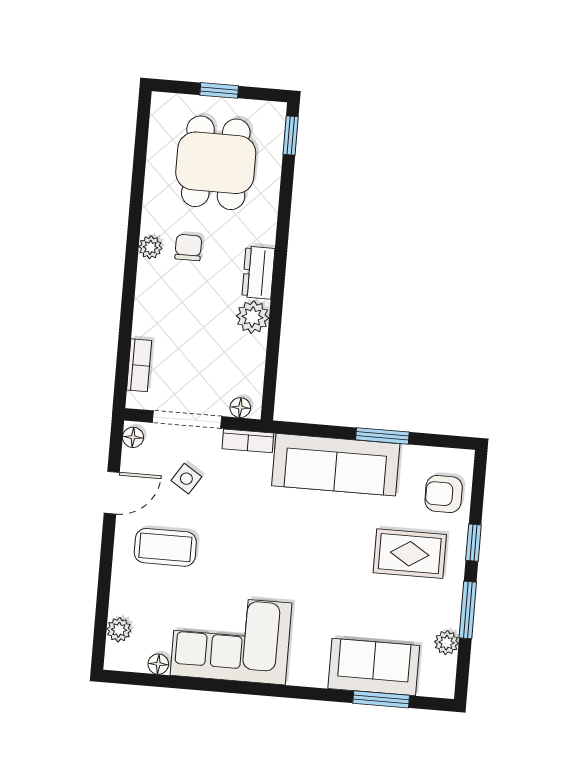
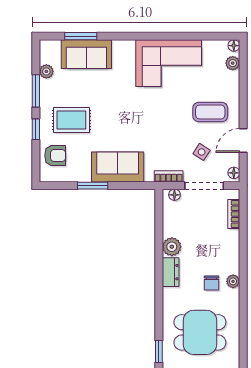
dining table: (216, 163) -> (200, 332), turned 90
sofa: (336, 465) -> (118, 167), width x0.73
floor lamp: (158, 664) -> (234, 46), moved

